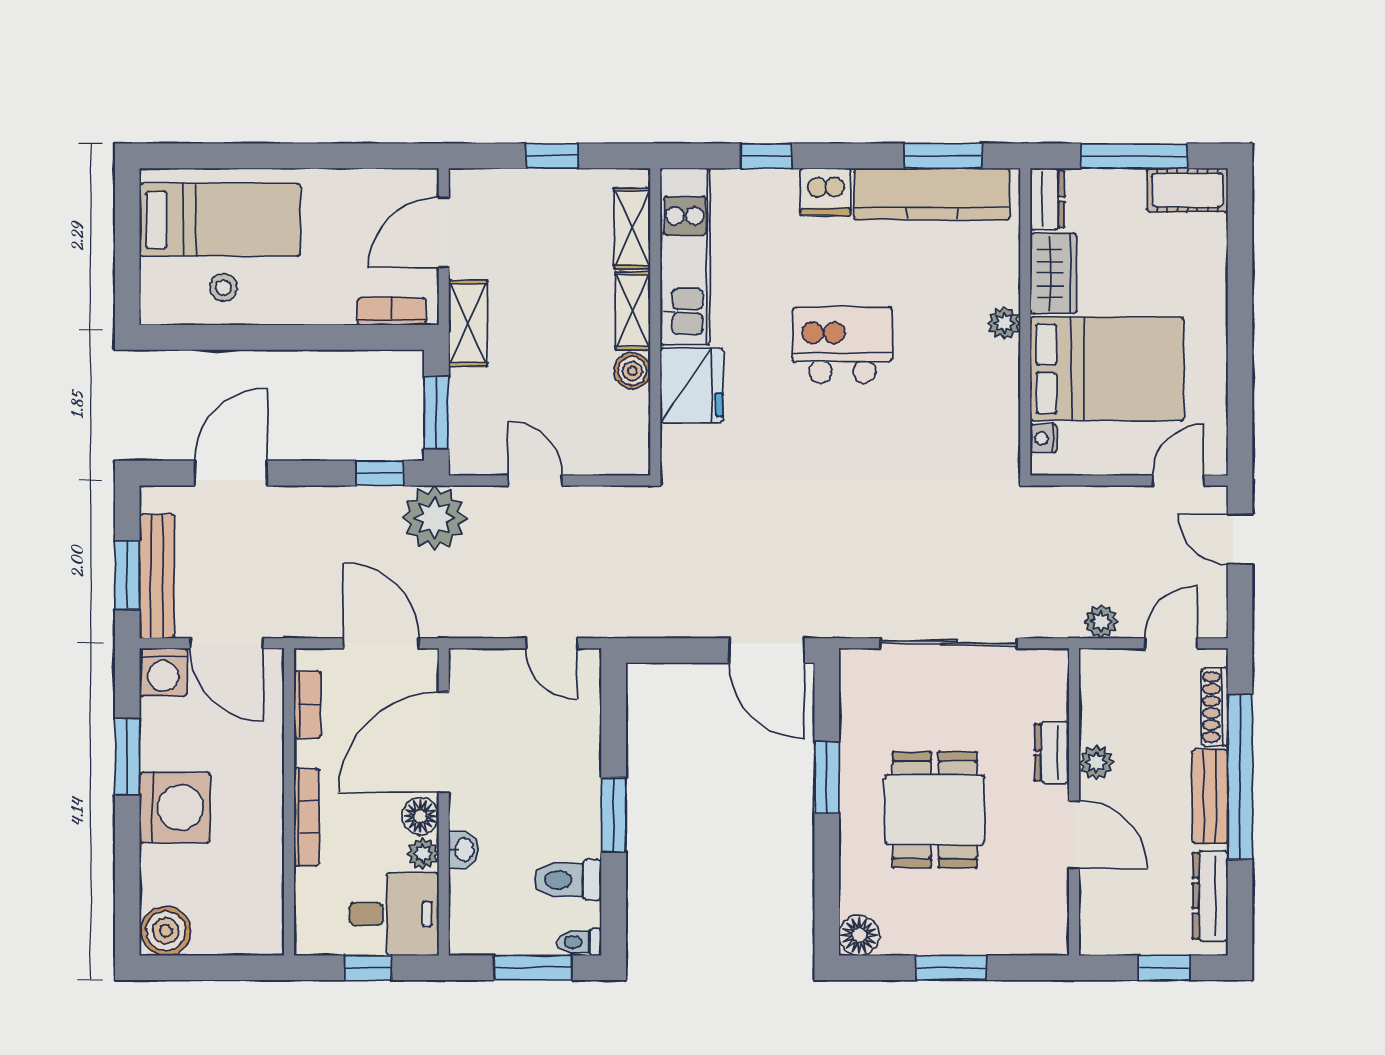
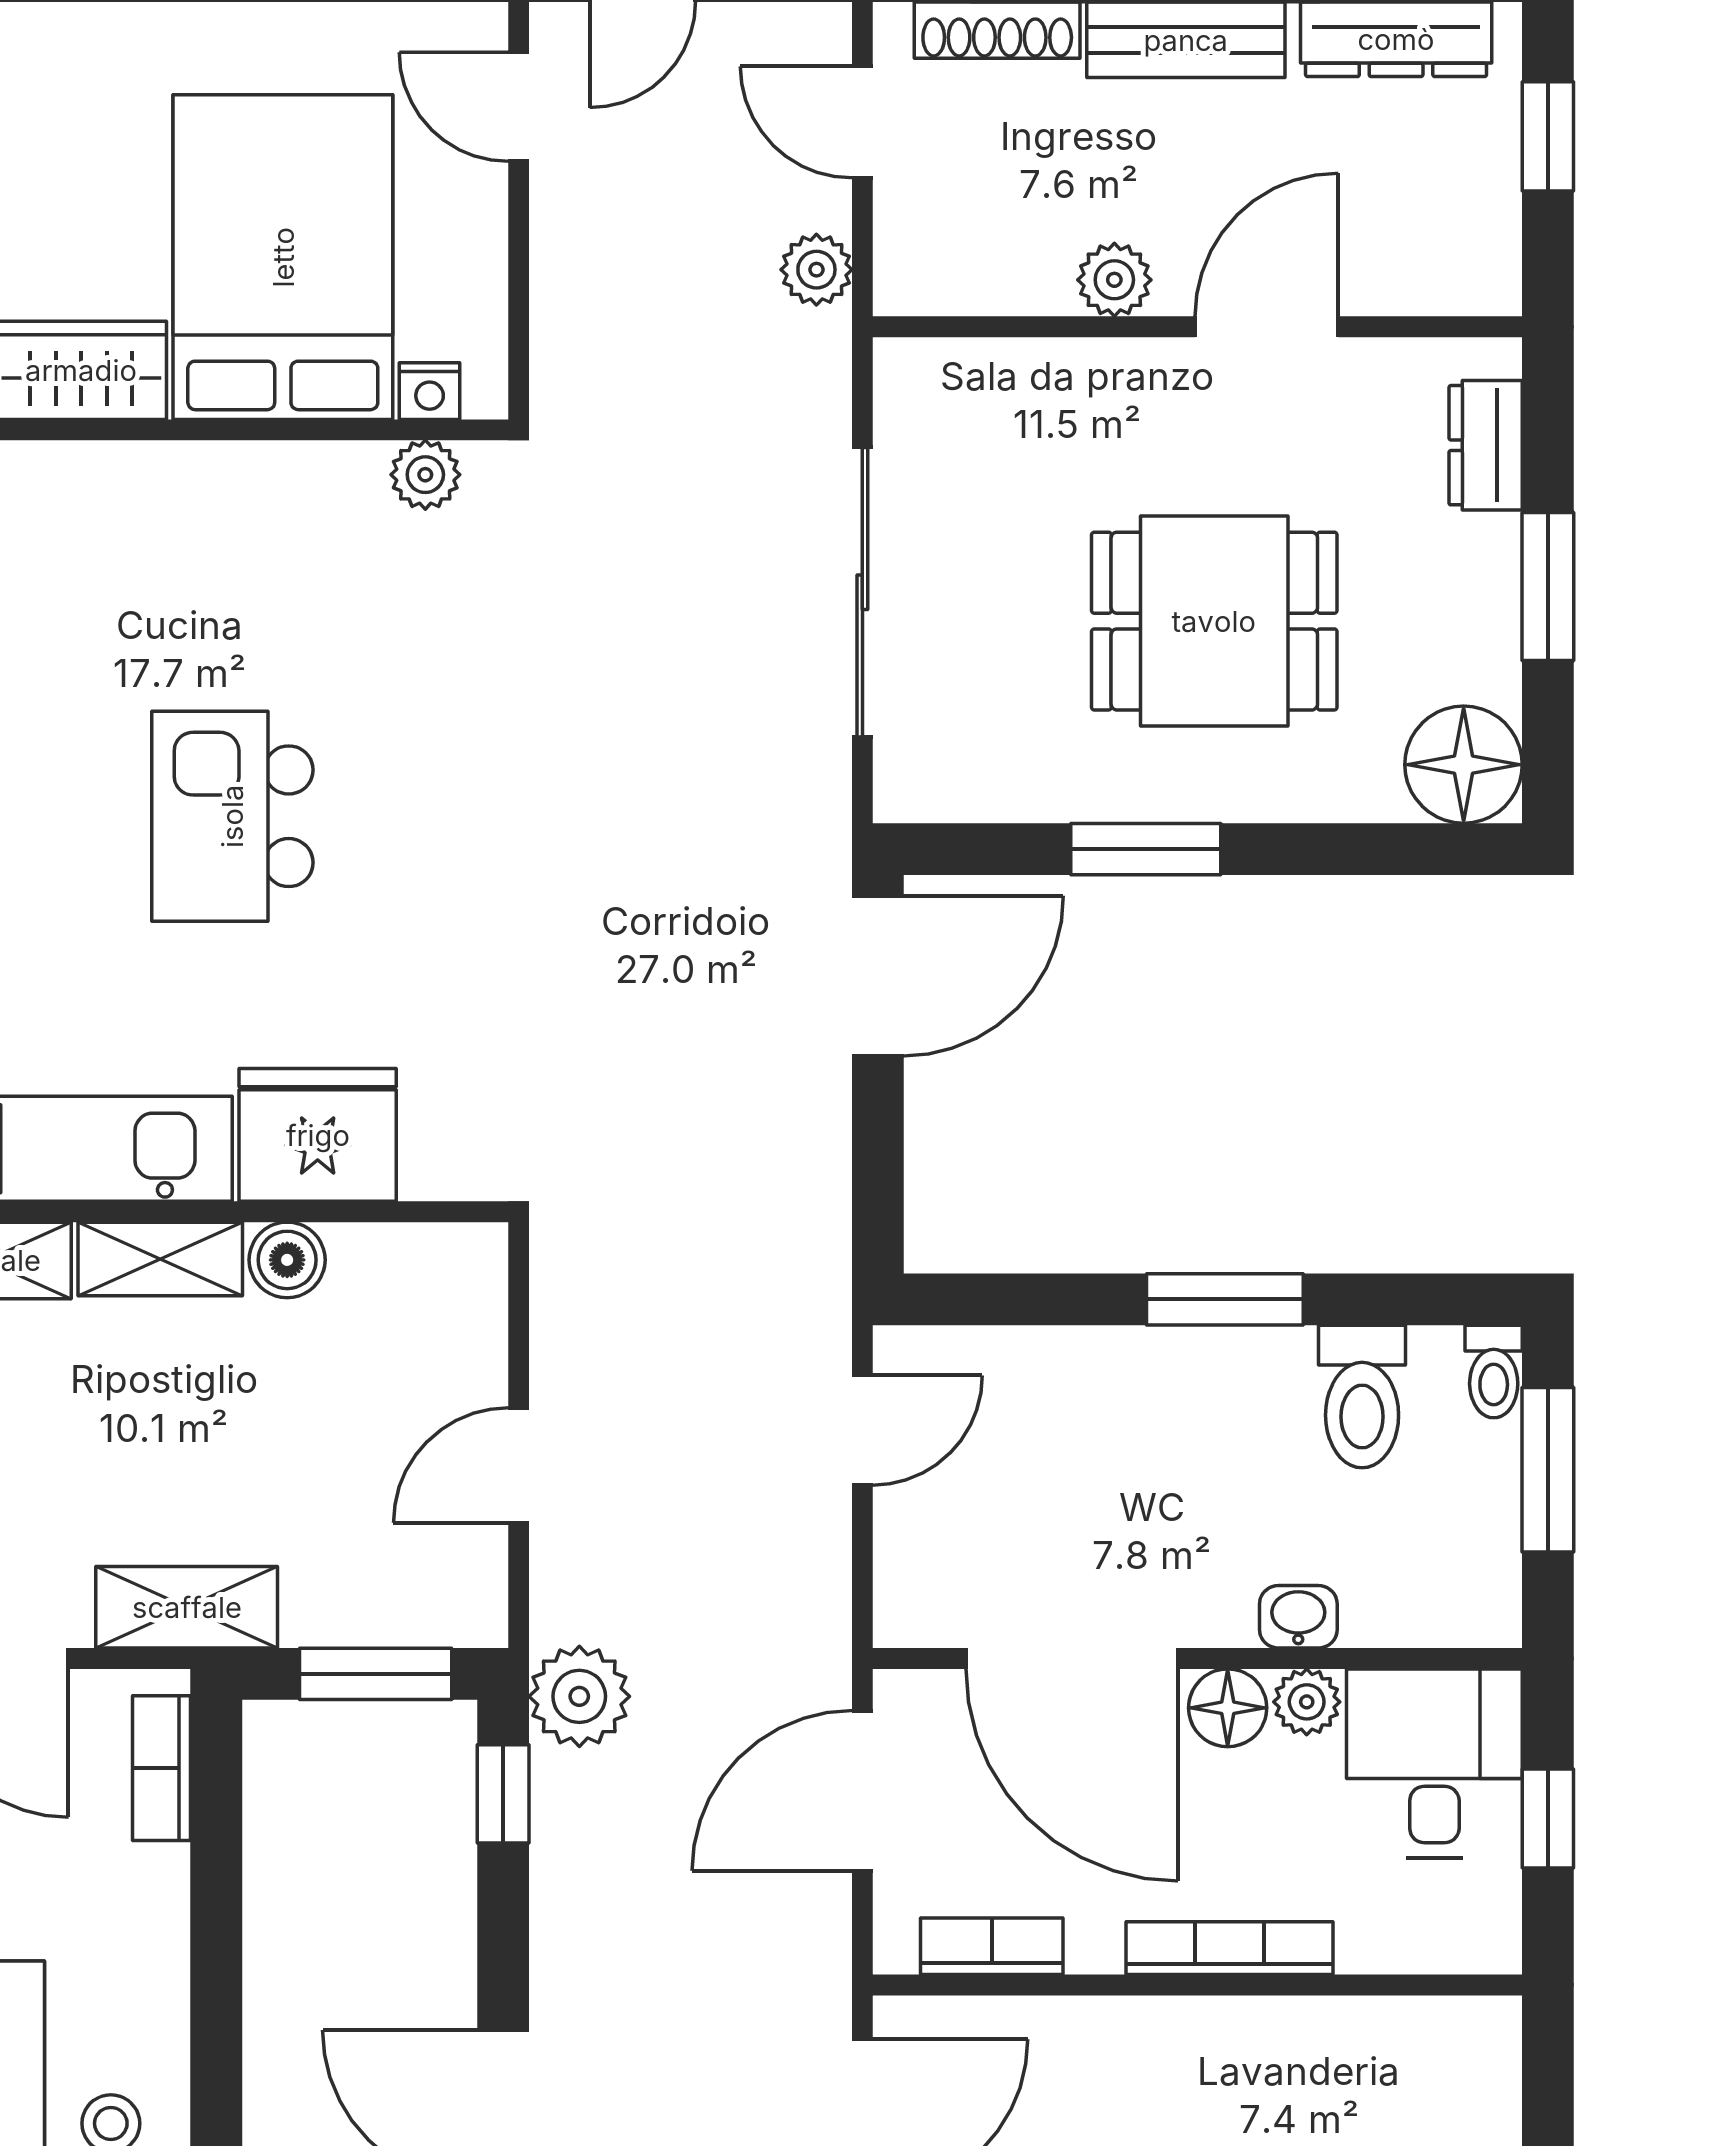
plant: (1004, 323) -> (425, 475), moved
plant: (434, 518) -> (579, 1696), width x0.73, depth x0.73
dresser: (1052, 752) -> (1486, 445), moved, turned 90
floor lamp: (859, 935) -> (1464, 765), width x1.38, depth x1.38

